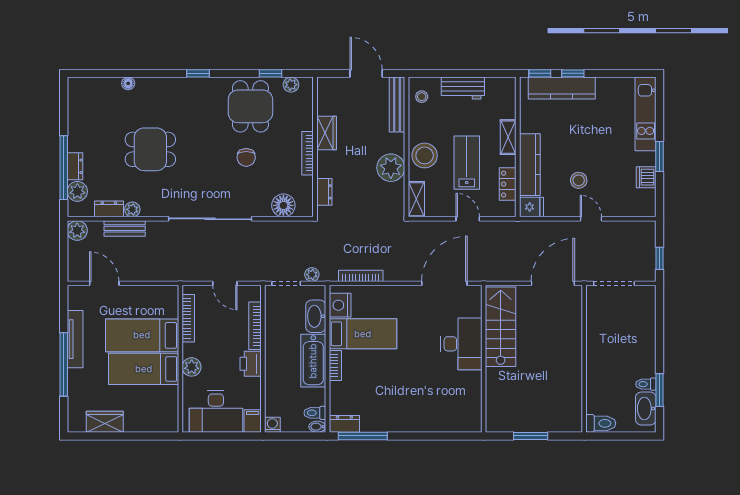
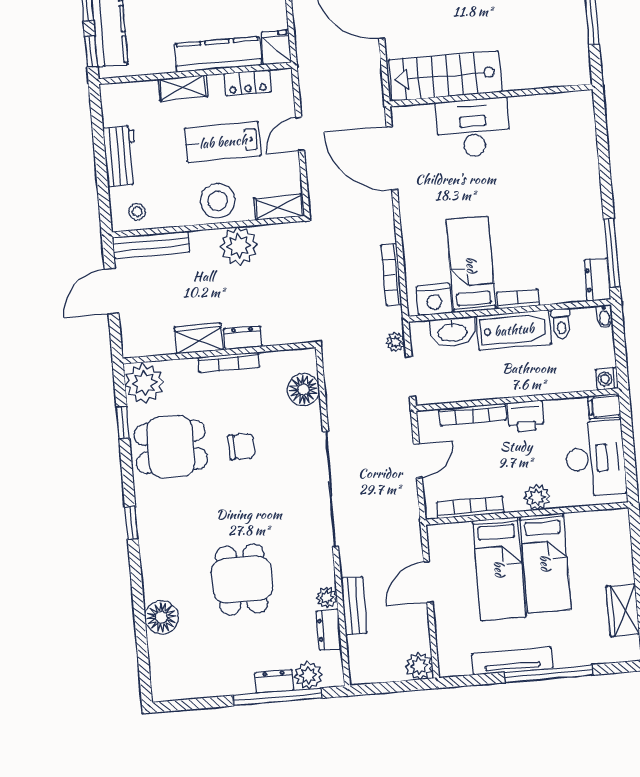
floor lamp: (128, 83) -> (161, 617), width x1.89, depth x1.89
plant: (291, 85) -> (144, 383), width x1.88, depth x1.88
dresser: (324, 192) -> (243, 338), moved
plant: (77, 230) -> (419, 666), moved
door: (104, 283) -> (428, 582), moved
toilet: (315, 413) -> (561, 324), moved

